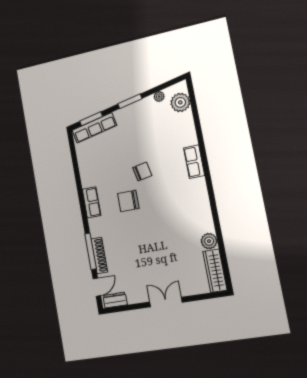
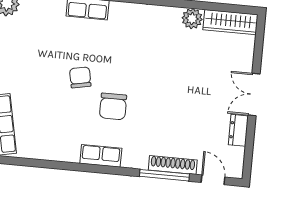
dresser: (115, 300) -> (238, 130), moved

